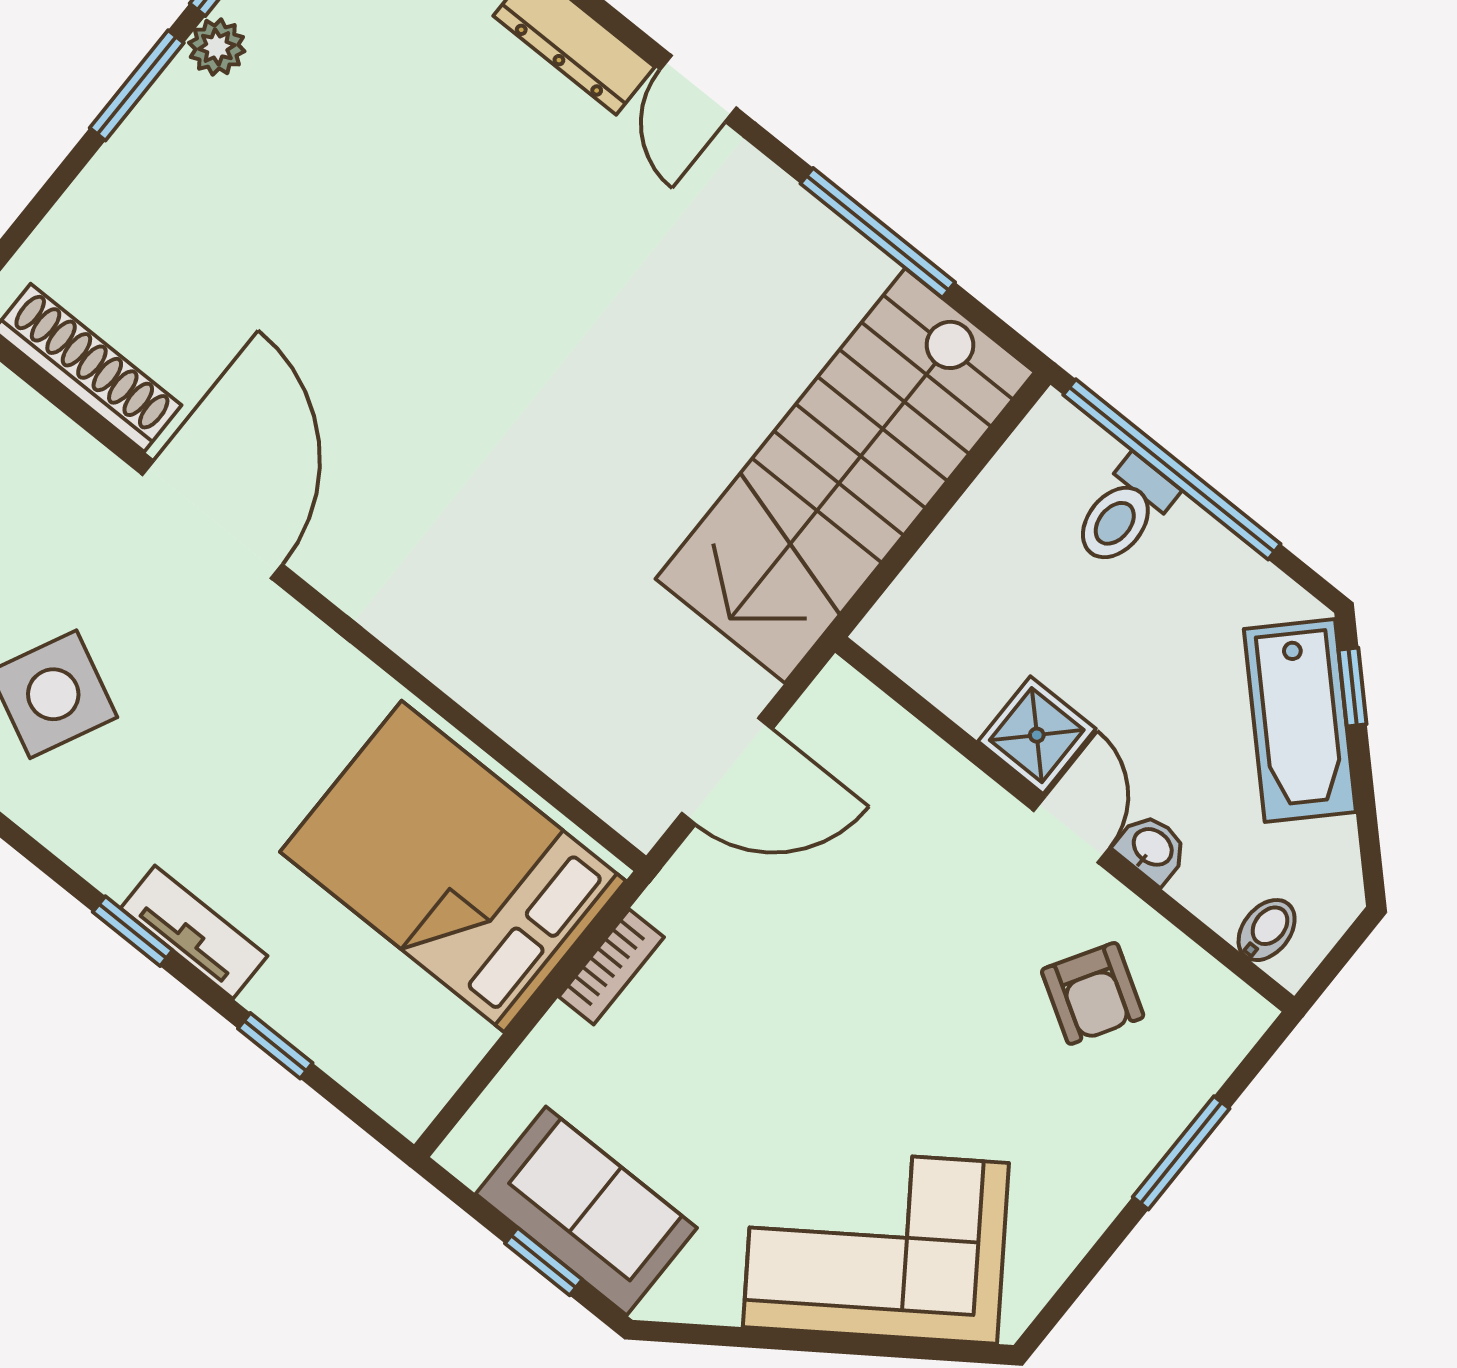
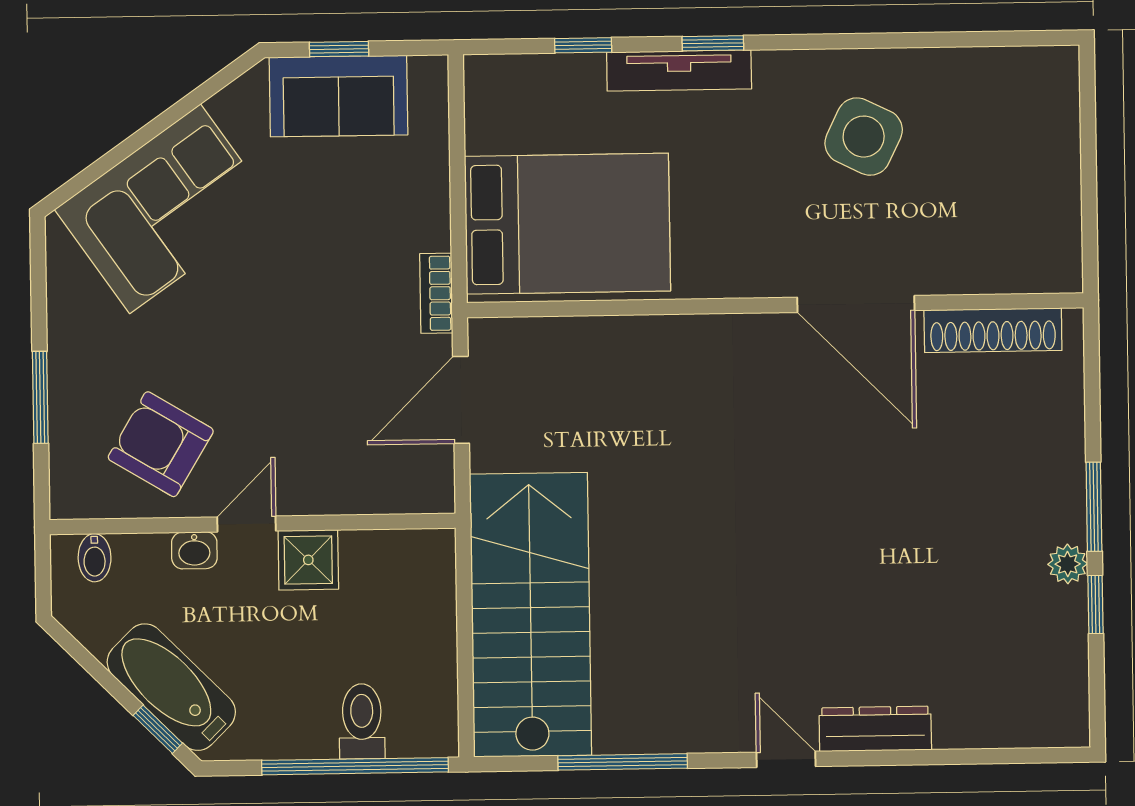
door: (1071, 830) -> (247, 524), swing flipped
tv unit: (194, 932) -> (679, 71), width x1.41
bookcase: (611, 967) -> (436, 293), moved
armchair: (1093, 993) -> (161, 444), width x1.38, depth x1.38

